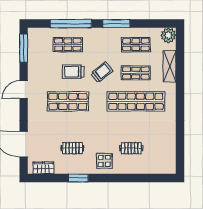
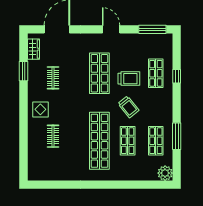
window: (71, 24) -> (177, 76), width x0.32
window: (116, 24) -> (177, 136), moved
shelving: (170, 66) -> (134, 174), removed
trolley: (73, 72) -> (129, 79), turned 90
window: (78, 178) -> (23, 71), moved

